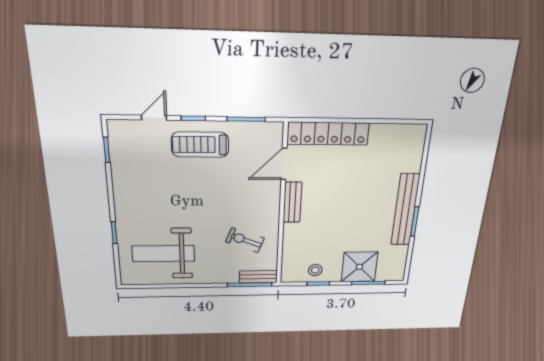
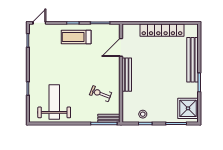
door: (154, 118) -> (39, 23), moved
locker: (328, 134) -> (162, 30), moved
bench: (292, 202) -> (127, 75), width x1.36
bench: (405, 210) -> (193, 60), moved
weight bench: (163, 254) -> (54, 102), turned 90
shower: (360, 267) -> (188, 108), moved

